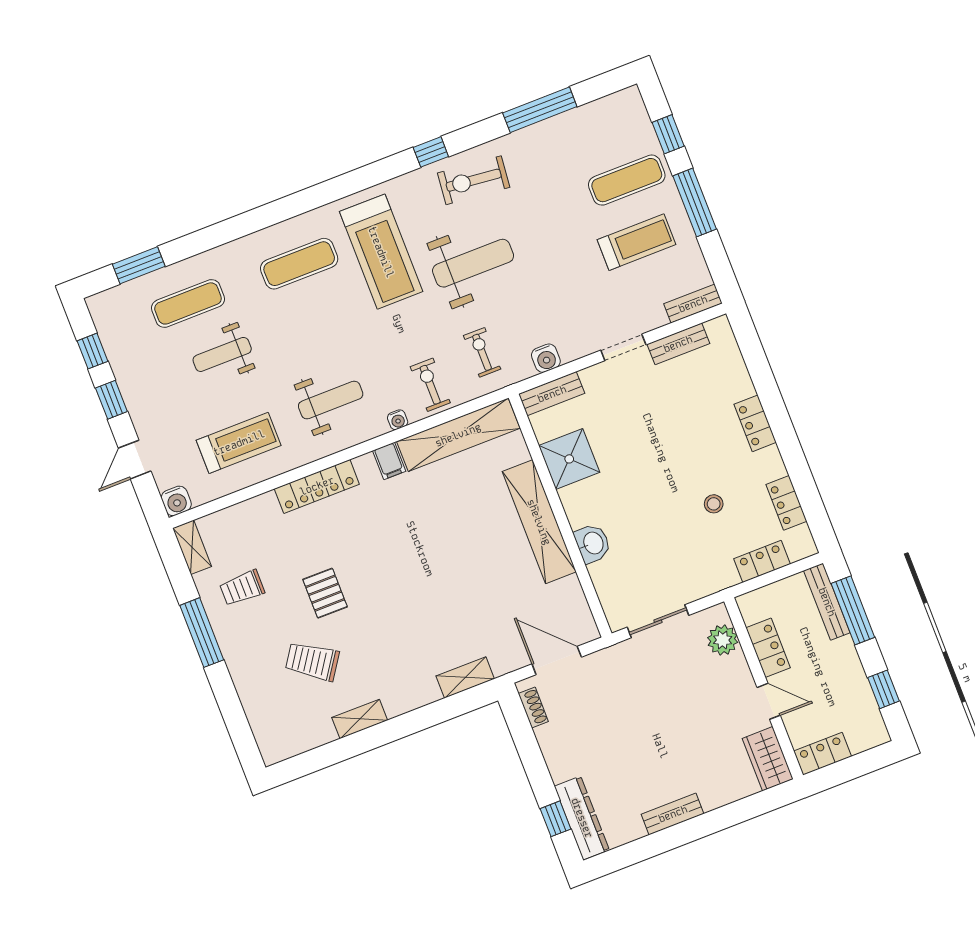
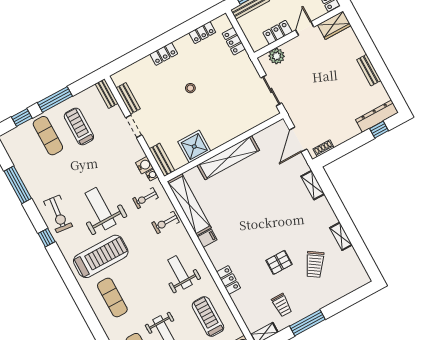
water cooler: (398, 420) -> (152, 175), moved
locker: (317, 486) -> (228, 280), width x0.66
stool: (714, 504) -> (190, 88), moved
washbasin: (593, 543) -> (236, 129), removed

